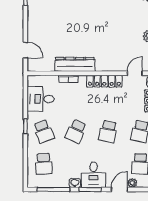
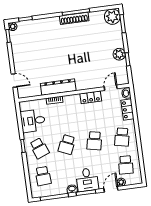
locker: (104, 81) -> (91, 97), width x0.66

